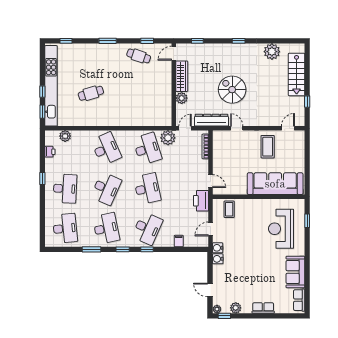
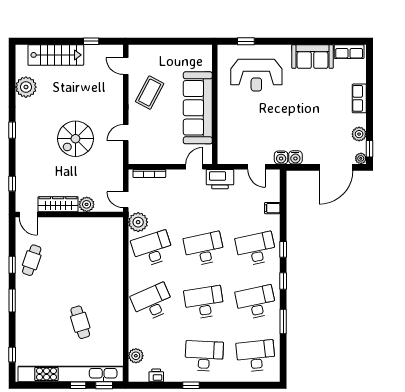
window: (147, 41) -> (12, 265), moved
dresser: (211, 120) -> (115, 166), removed
coffee table: (268, 147) -> (150, 93), turned -62
sofa: (275, 184) -> (198, 108), moved
desk: (106, 189) -> (204, 302), turned -33
coffee table: (229, 209) -> (231, 143), removed
desk: (147, 228) -> (256, 249), turned -36
door: (210, 290) -> (336, 167), width x1.88

